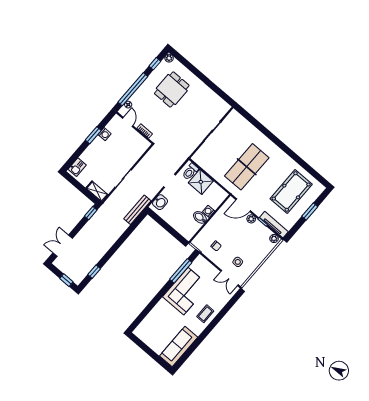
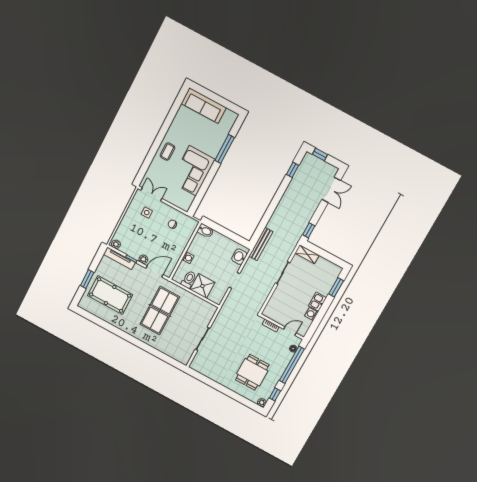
door: (128, 122) -> (290, 331), swing flipped
window: (93, 135) -> (336, 287), moved
kitchen sink: (77, 167) -> (317, 302), moved
toilet: (190, 172) -> (189, 280), moved
pool table: (291, 192) -> (110, 295), turned 90
bidet: (200, 217) -> (205, 231), moved
window: (181, 271) -> (225, 149), moved
sofa: (179, 347) -> (204, 106), moved, turned 90

